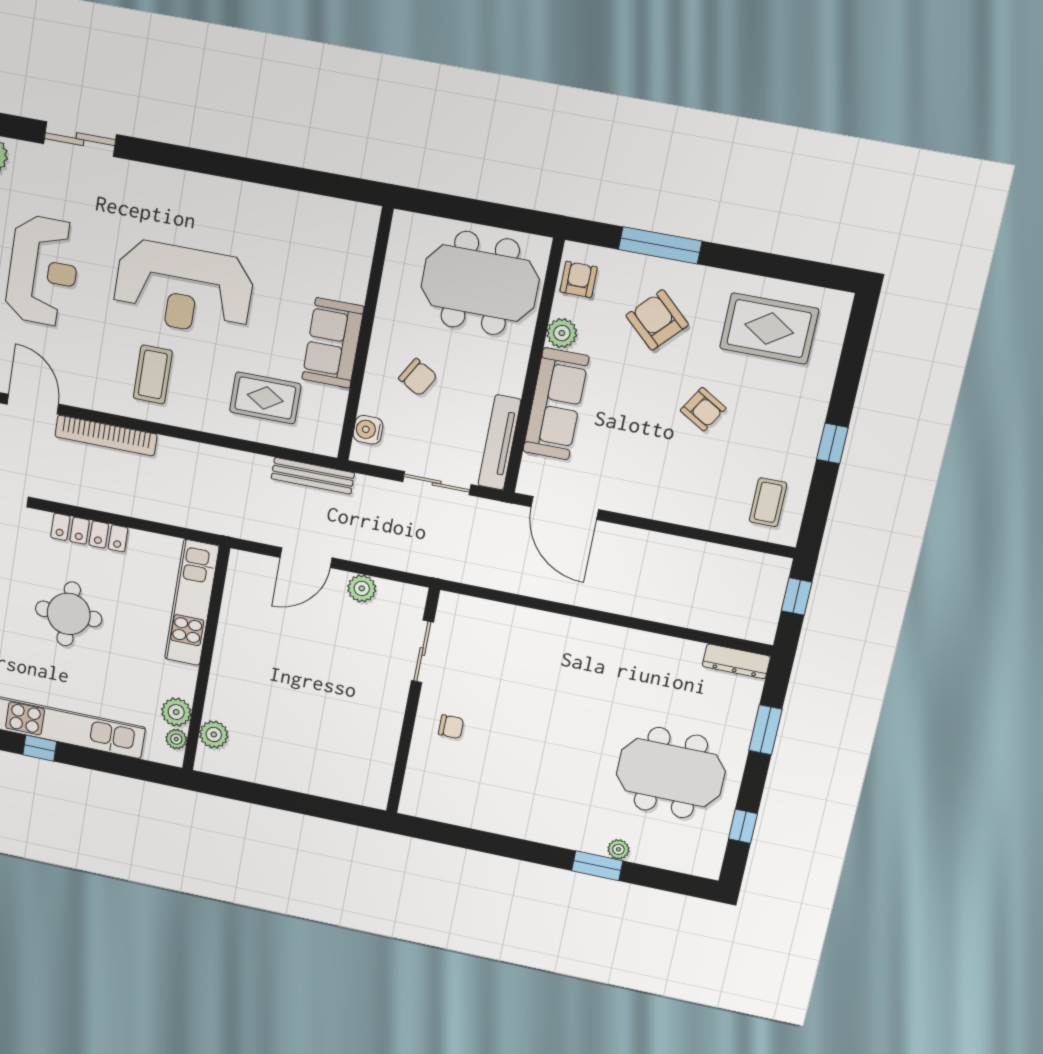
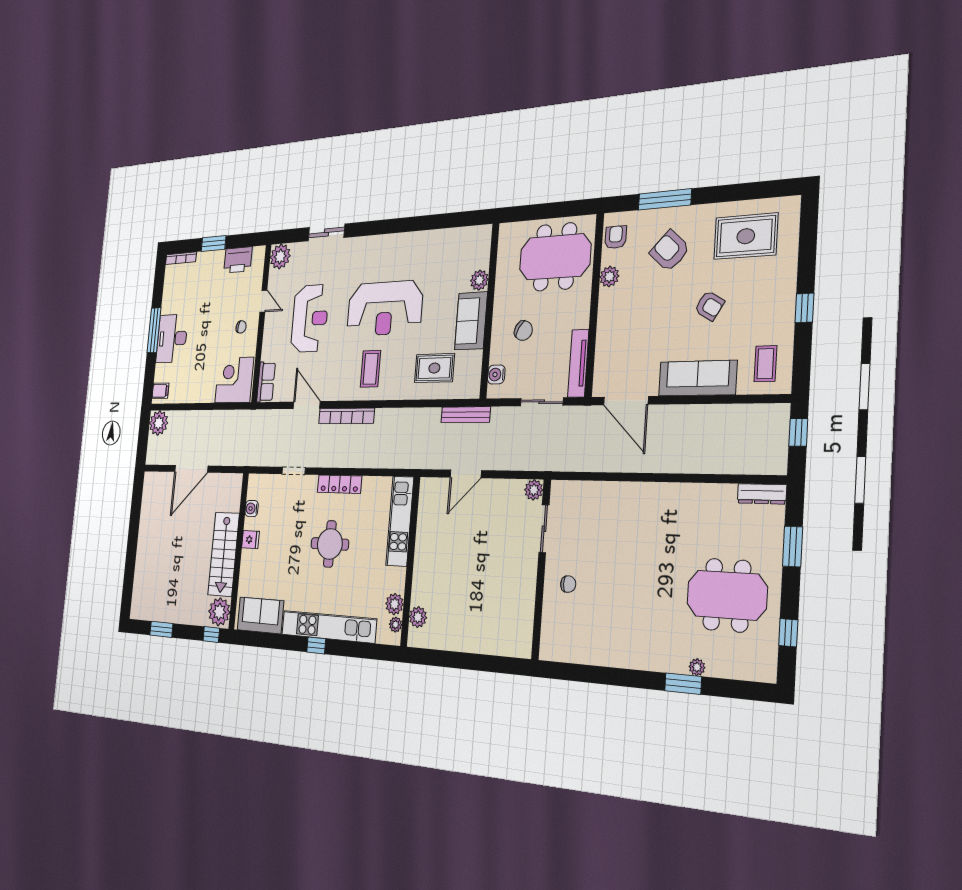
plant: (352, 286) -> (479, 280), added
sofa: (556, 404) -> (698, 378), moved, turned -90
plant: (362, 588) -> (534, 490), moved

